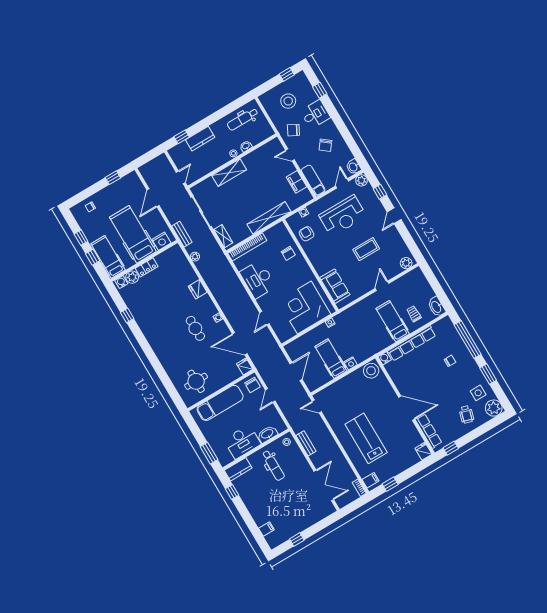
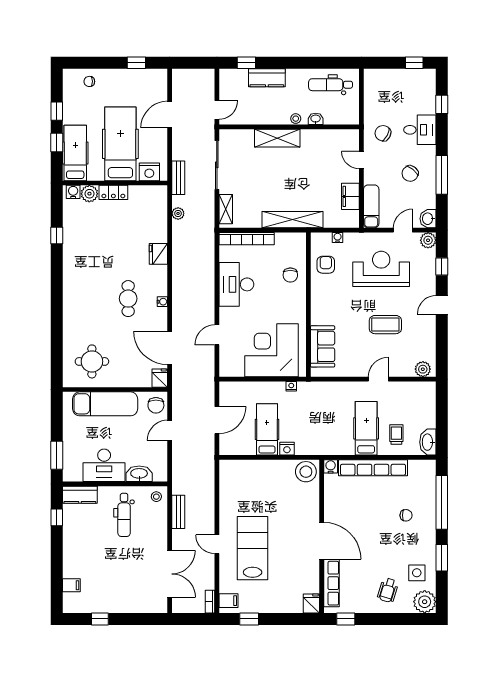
stool: (288, 101) -> (397, 95), removed
window: (346, 134) -> (442, 175), added
reception desk: (343, 216) -> (381, 269), turned 180
door: (317, 407) -> (217, 544), moved

